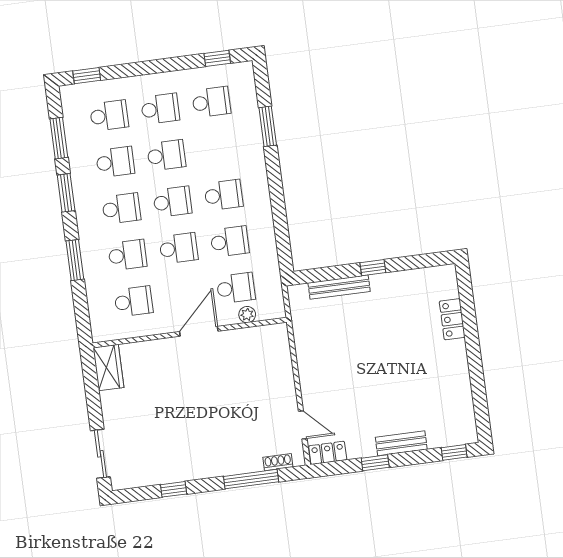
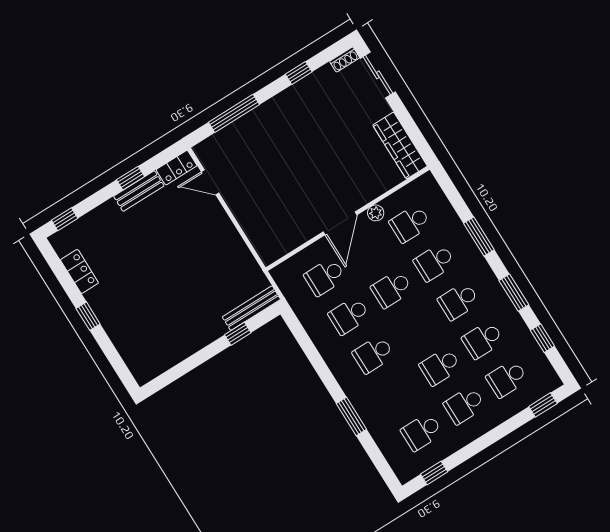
window: (268, 126) -> (351, 416), moved
window: (59, 138) -> (542, 338), width x0.67
school desk: (172, 202) -> (416, 328), removed
window: (373, 268) -> (238, 334), moved
bench: (339, 287) -> (251, 308), moved
plant: (247, 315) -> (376, 213), moved
locker: (452, 319) -> (79, 271), moved
window: (473, 352) -> (88, 316), added
wardrobe: (108, 368) -> (400, 146), width x1.50
bench: (401, 443) -> (139, 191), moved
shoe rack: (278, 462) -> (345, 60), moved

